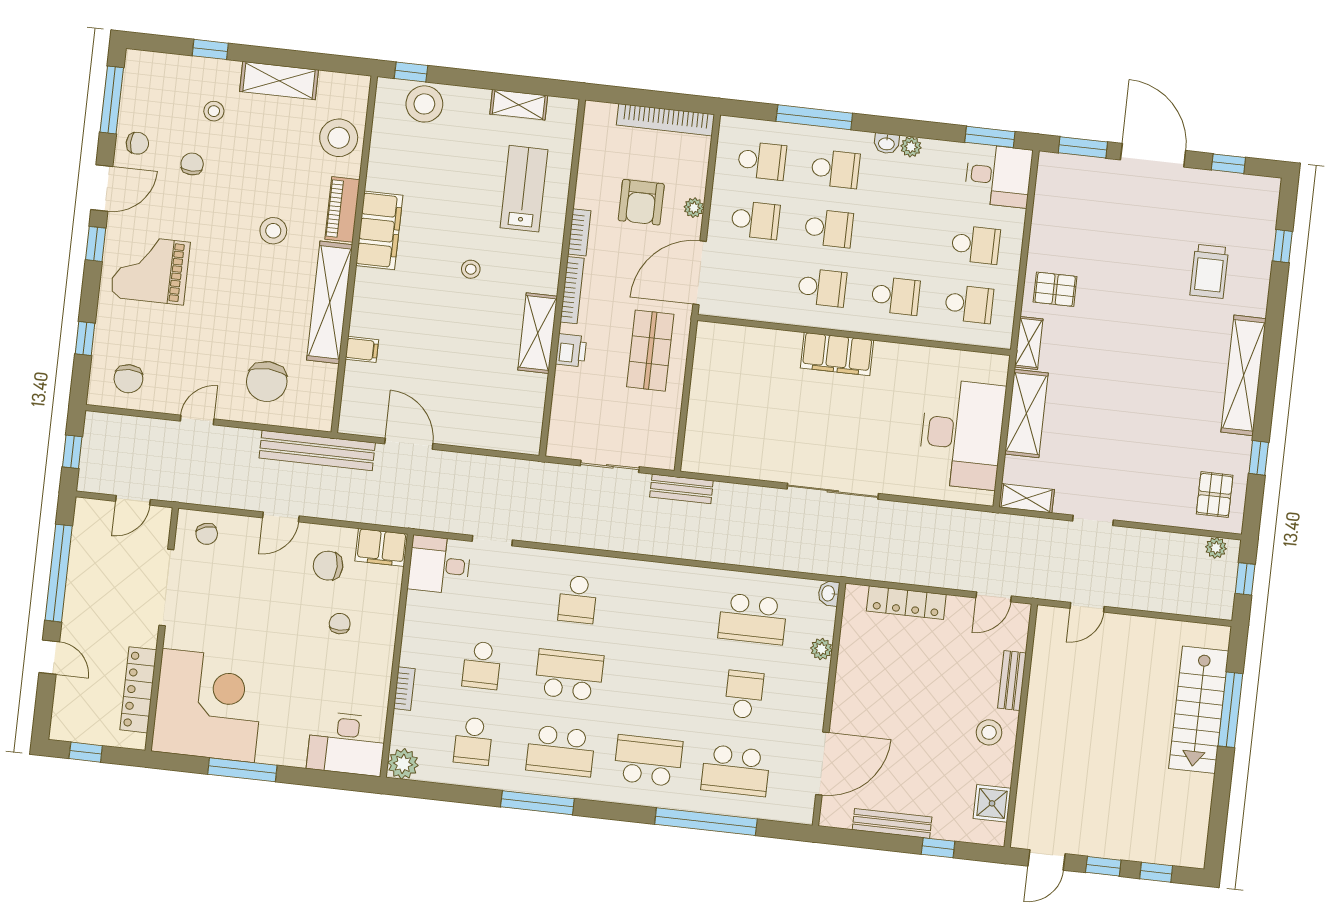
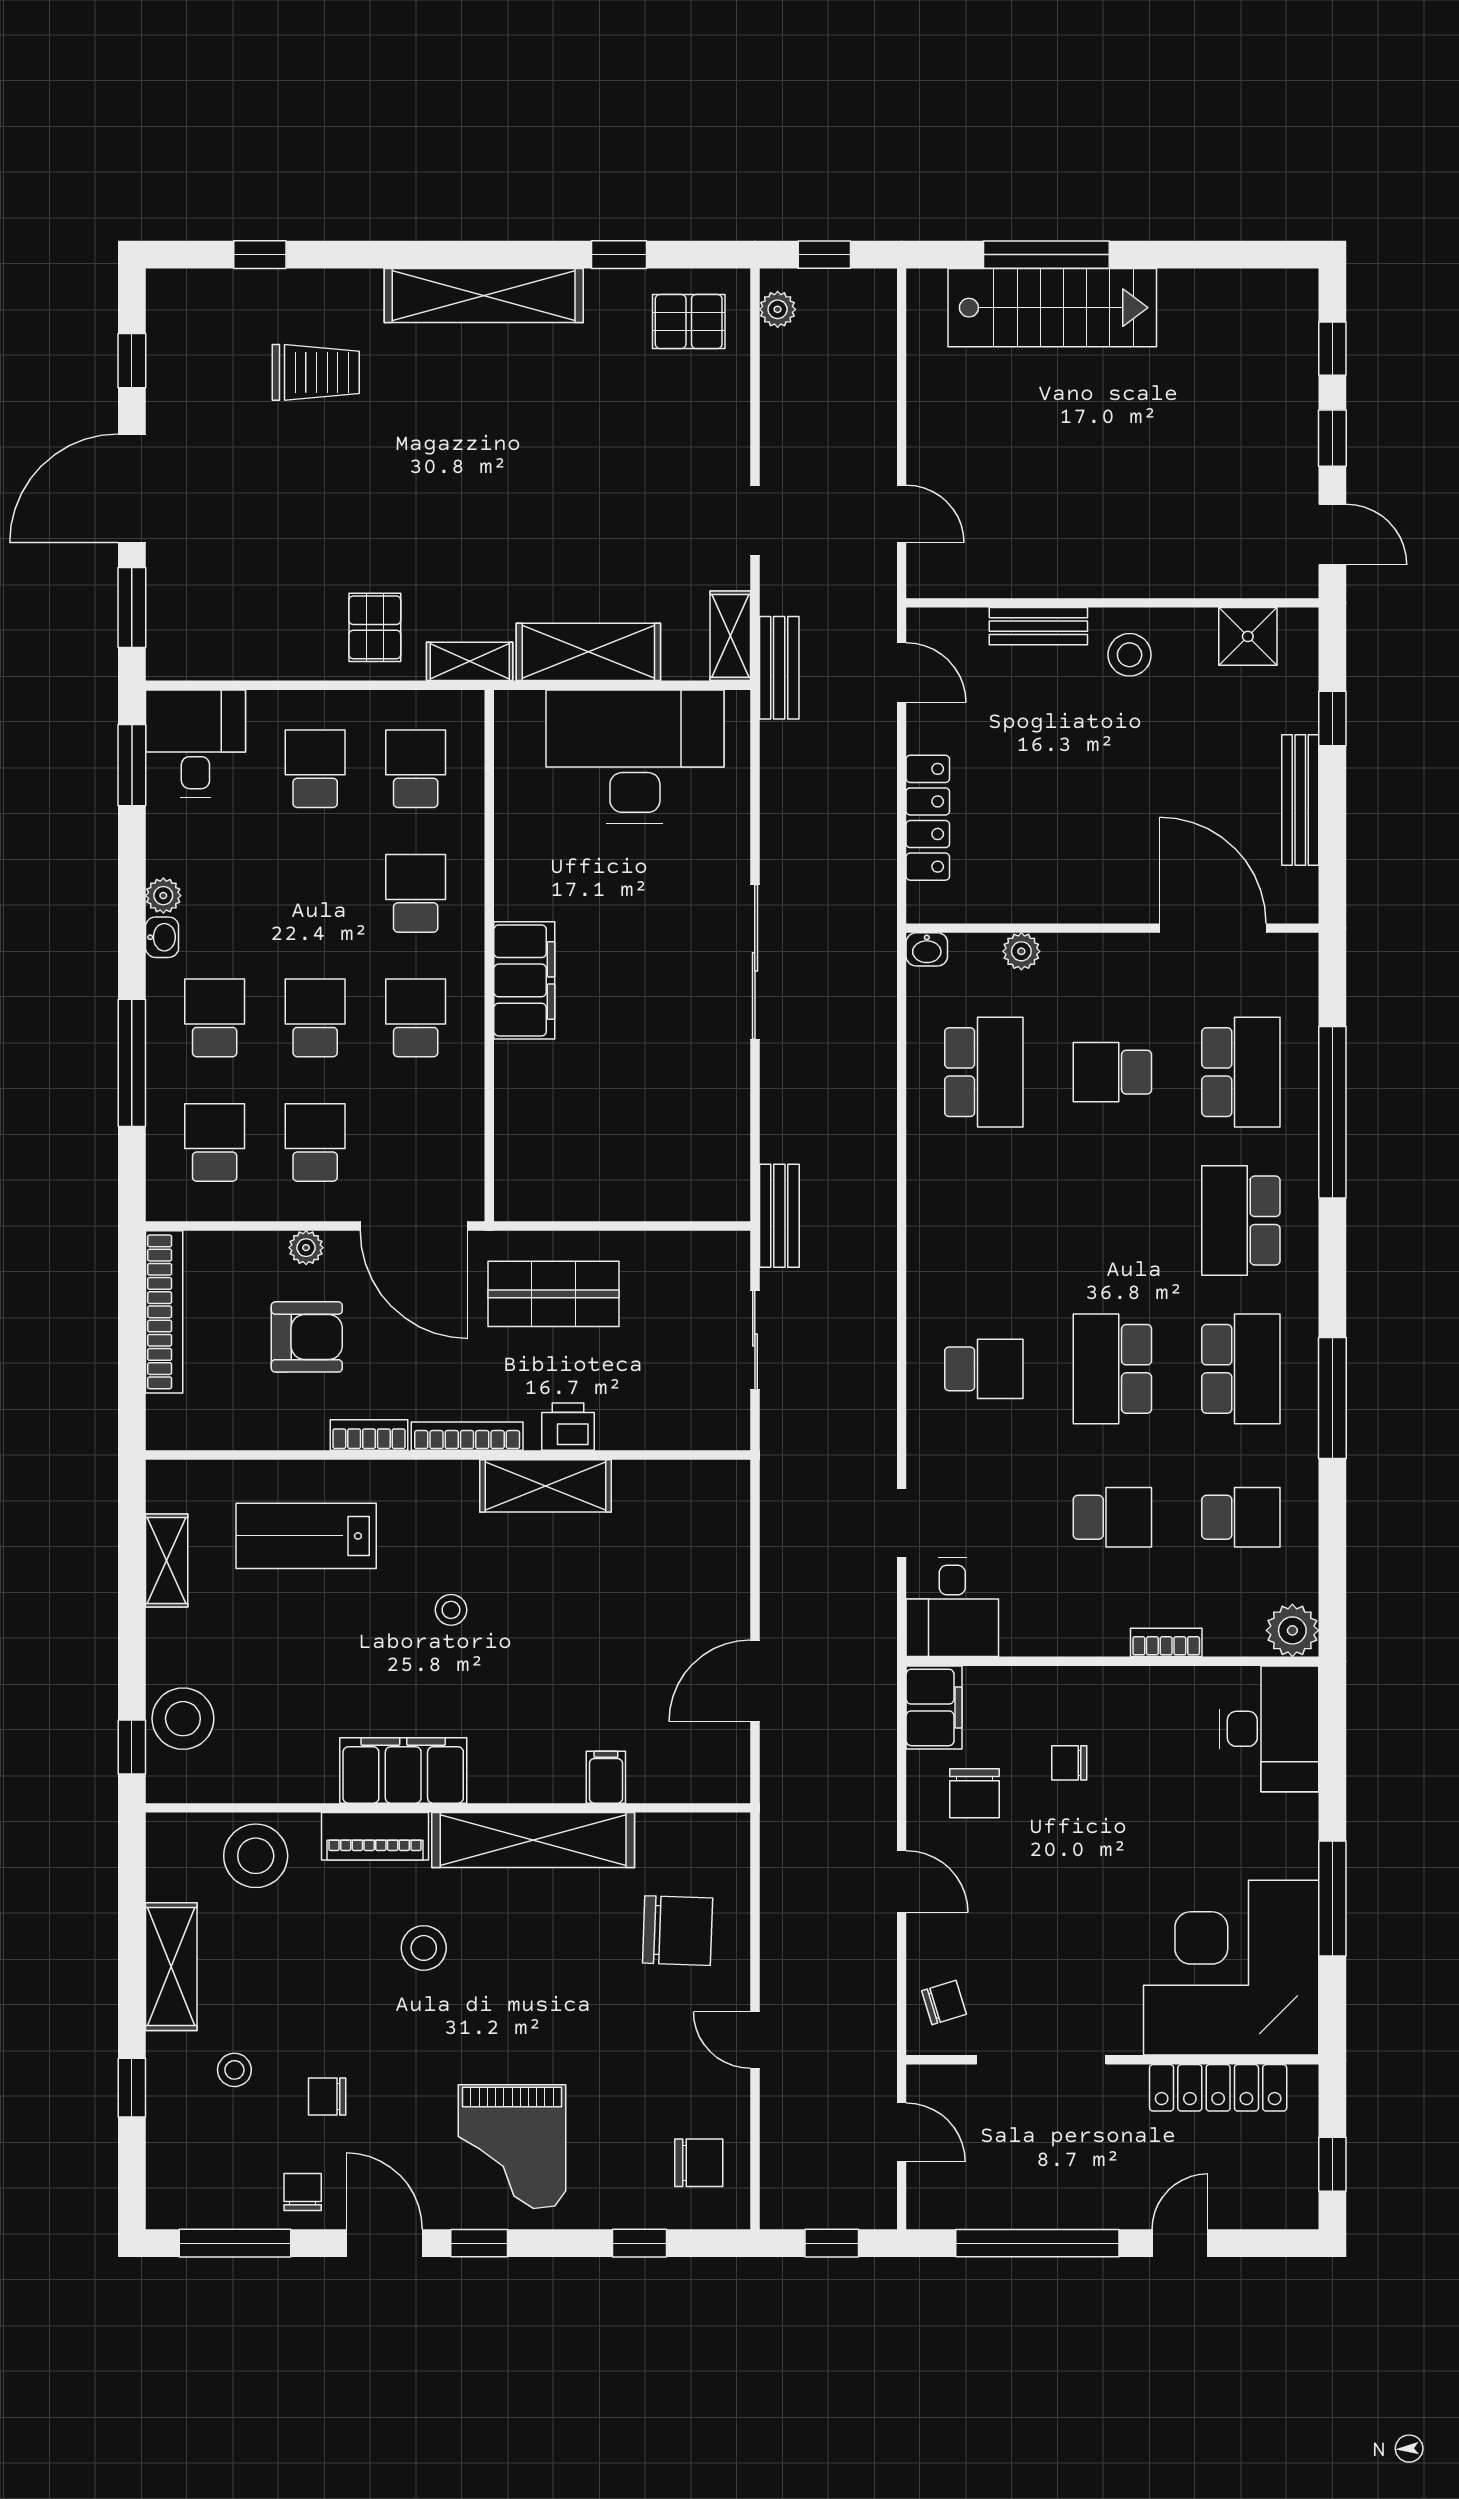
bench: (317, 450) -> (779, 668), moved, width x0.54, depth x0.82

